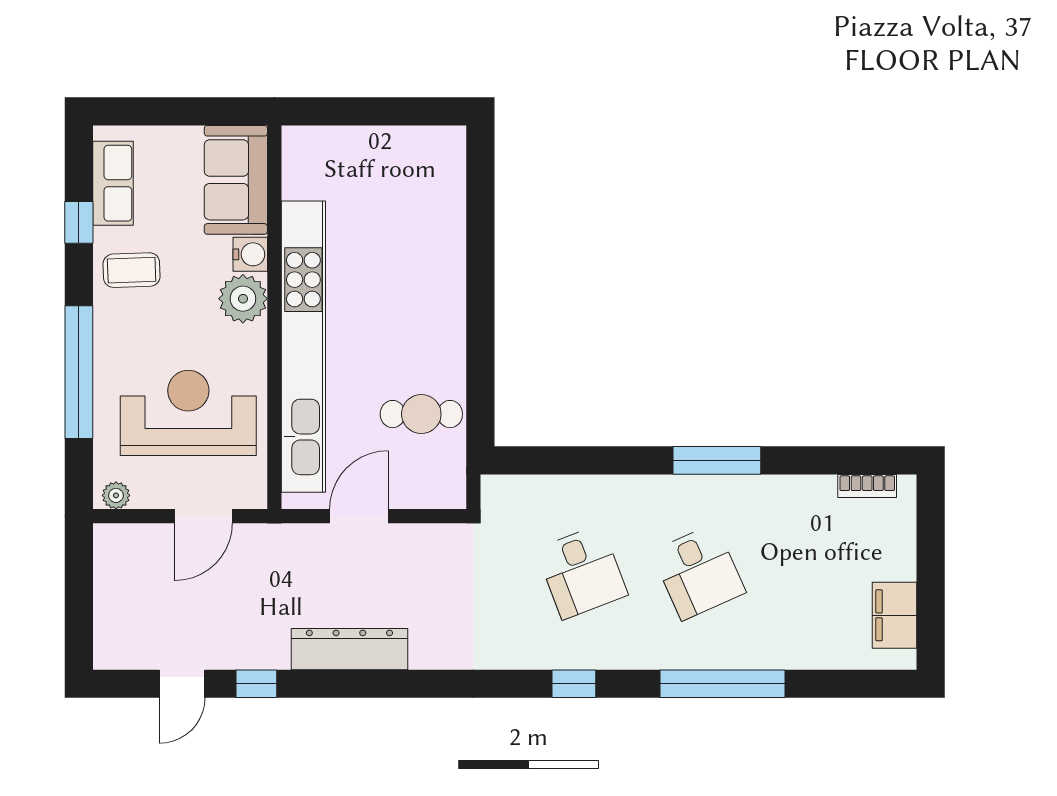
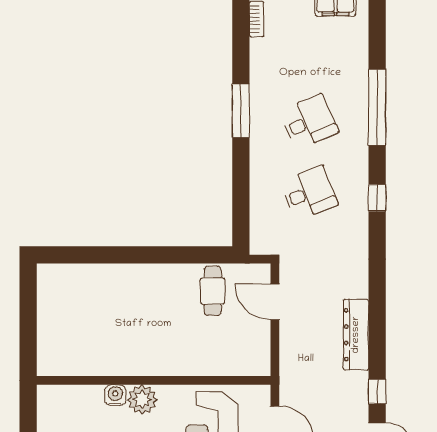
sofa: (236, 180) -> (70, 404), removed
kitchen unit: (303, 347) -> (172, 363), removed
door: (359, 516) -> (275, 302), moved

